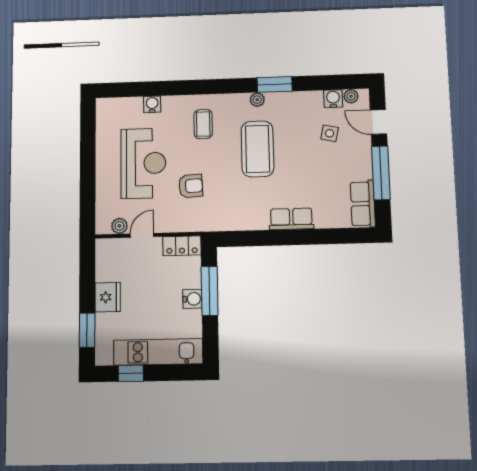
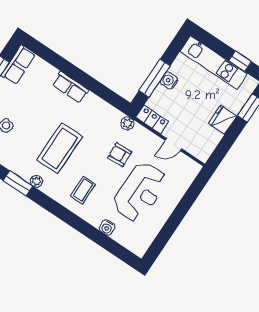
reception desk: (143, 163) -> (140, 192), turned 180
plant: (119, 226) -> (128, 123), moved

